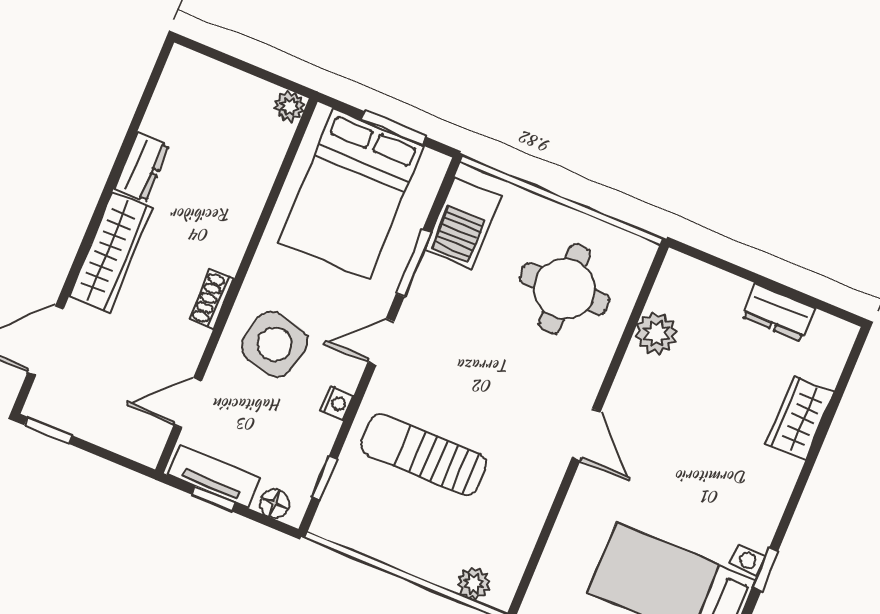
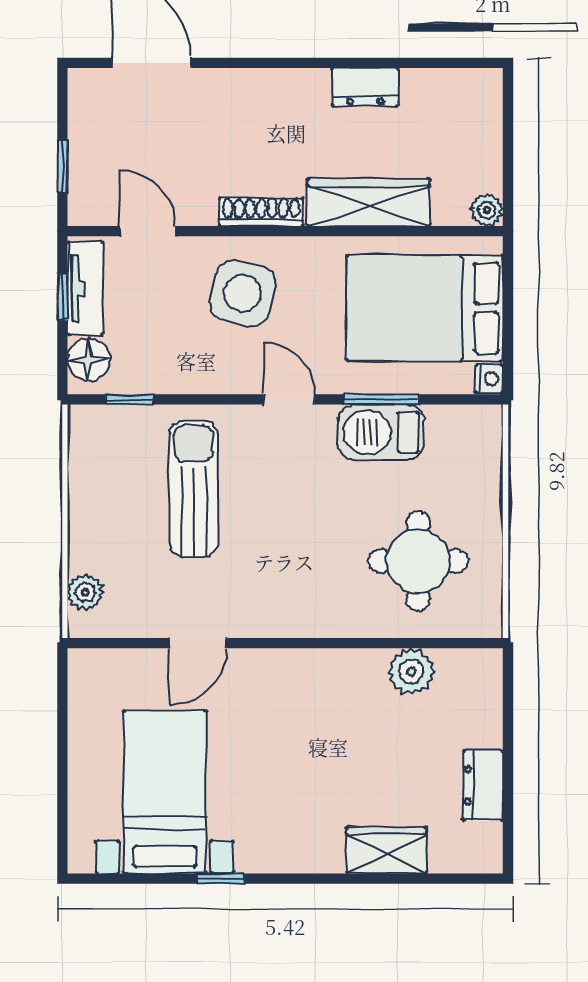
window: (393, 128) -> (508, 323), removed
barbecue: (463, 223) -> (381, 432), moved
wardrobe: (111, 252) -> (368, 202), moved, turned 180
shoe rack: (211, 299) -> (261, 212), width x1.43
nightstand: (337, 403) -> (489, 379), moved, turned -90
window: (48, 430) -> (62, 166), moved
door: (586, 435) -> (198, 643), moved
floor lamp: (274, 504) -> (89, 360), width x1.37, depth x1.37

